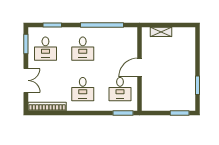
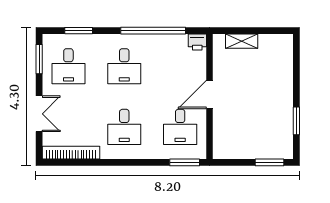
printer: (131, 33) -> (197, 42), added

